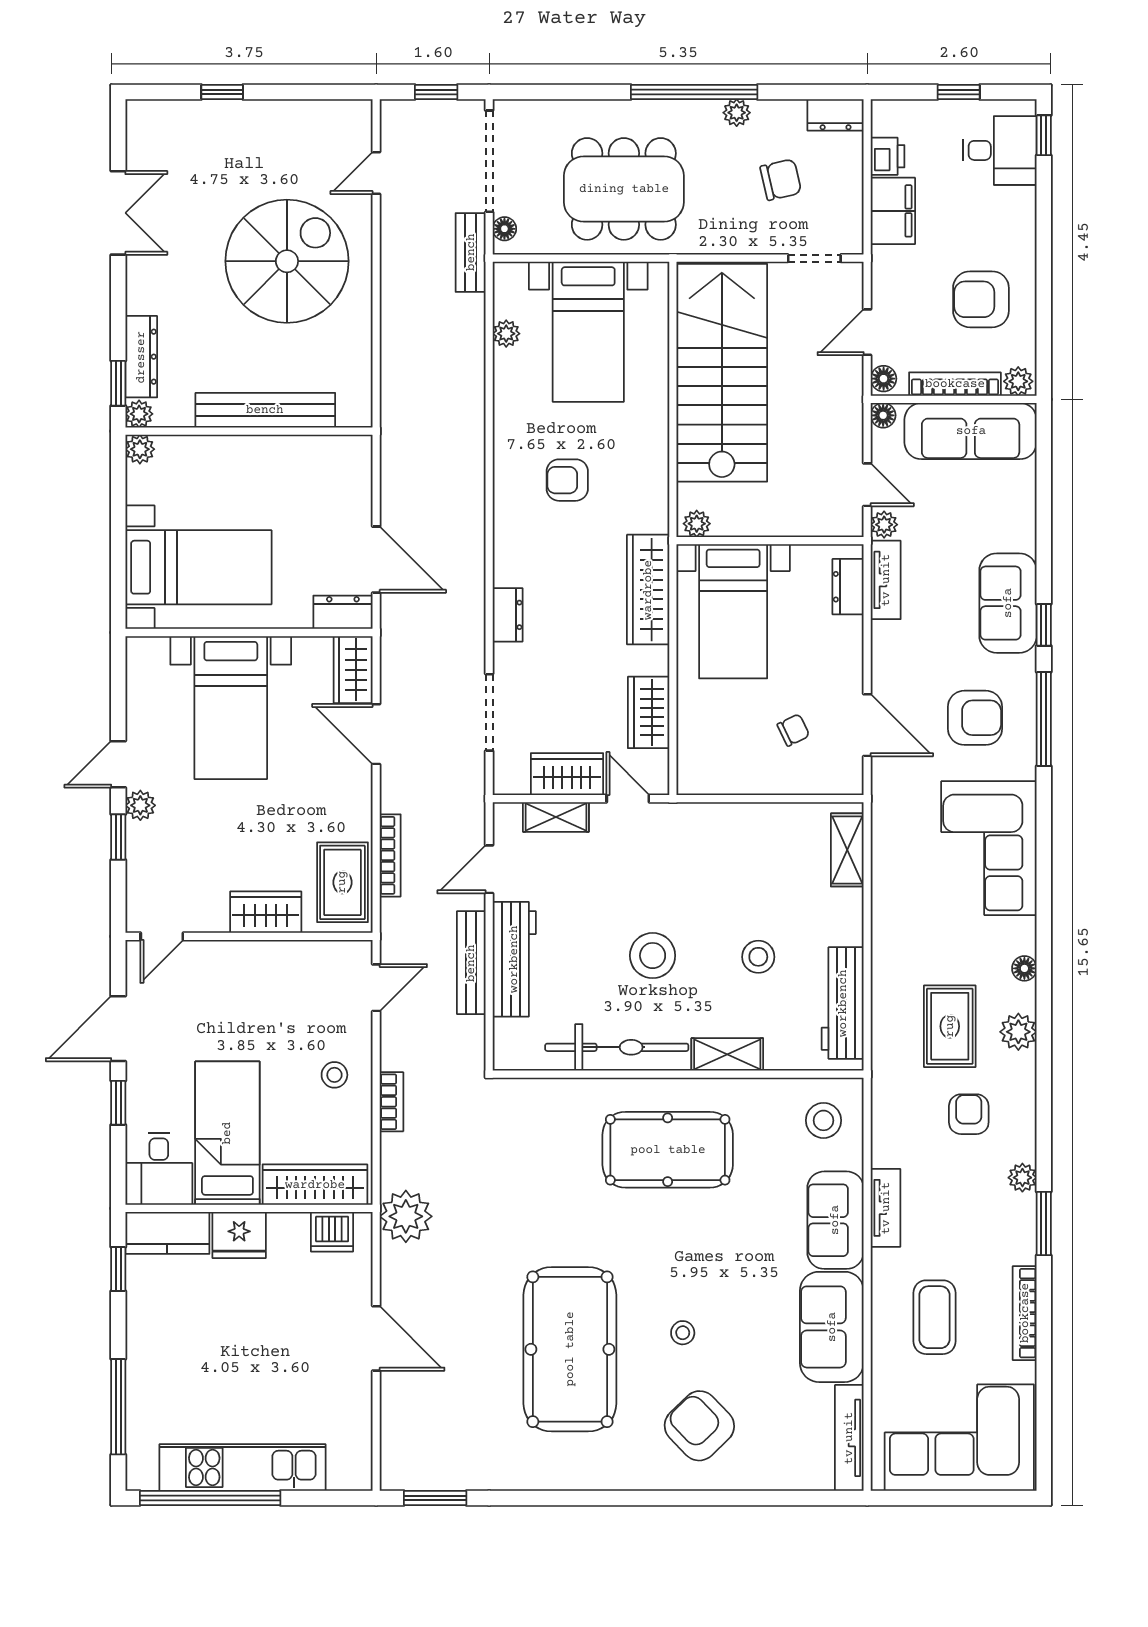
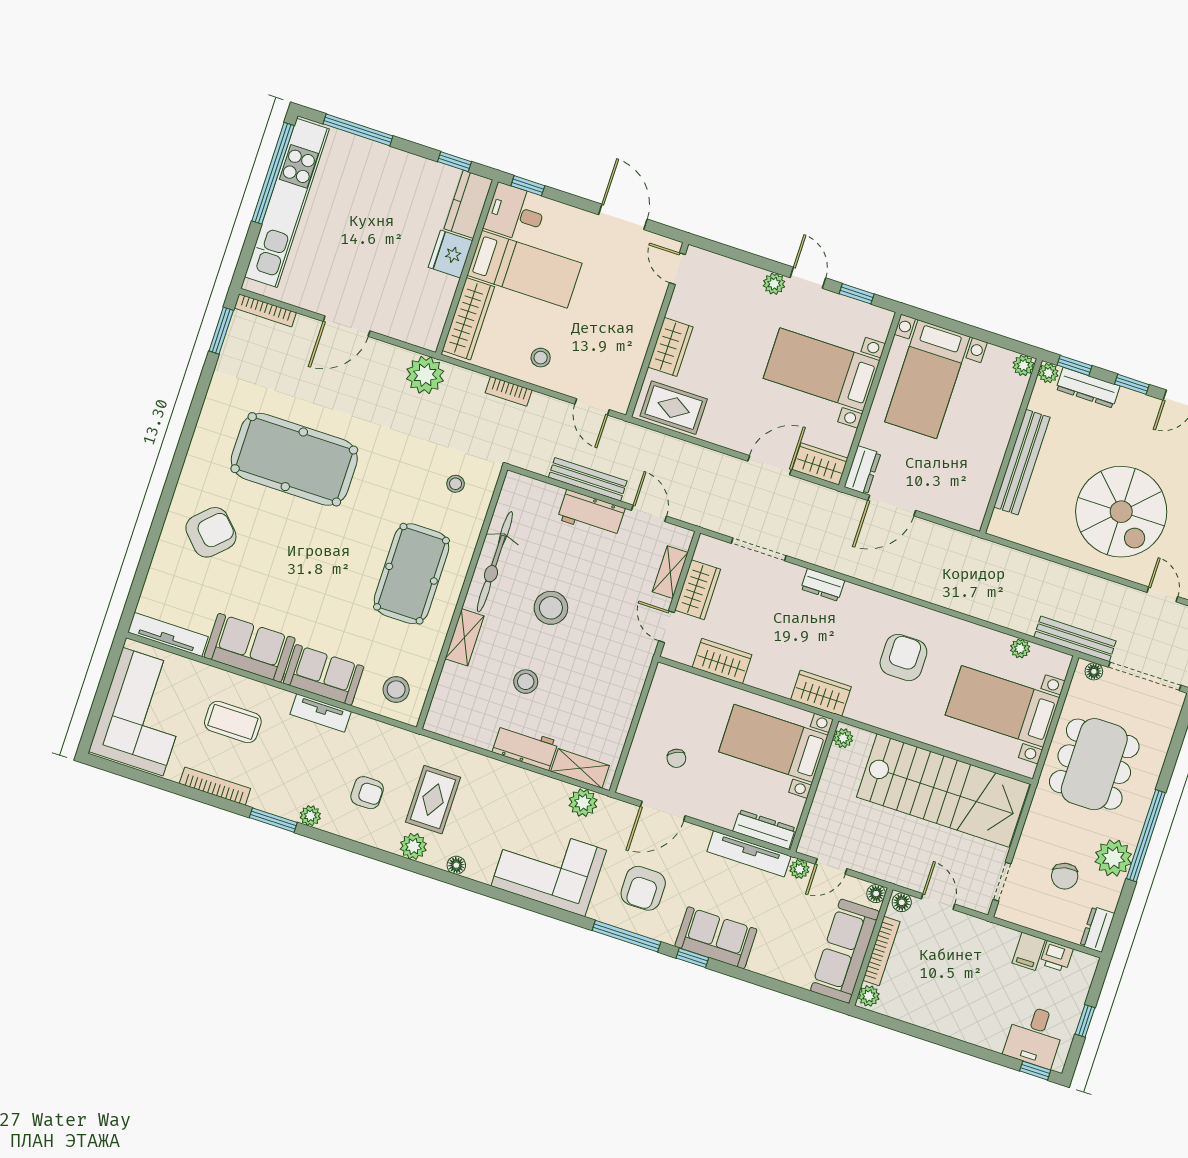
plant: (737, 113) -> (1113, 858), width x1.88, depth x1.88
filing cabinet: (893, 211) -> (1029, 951), width x0.50
bench: (471, 252) -> (1075, 639), width x1.36
armchair: (981, 299) -> (935, 989), removed
window: (118, 301) -> (1132, 384), added
armchair: (567, 480) -> (903, 658), width x1.38, depth x1.38
tv unit: (886, 580) -> (749, 854), width x1.41
dresser: (848, 587) -> (764, 830), width x1.44
wardrobe: (648, 590) -> (821, 693), width x0.67
door: (628, 799) -> (667, 627), swing flipped
plant: (890, 832) -> (583, 803), added
window: (118, 837) -> (857, 294), moved
bookcase: (390, 855) -> (265, 310), moved
workbench: (514, 959) -> (591, 514), width x0.73
workbench: (843, 1003) -> (525, 747), moved, width x0.73
rug: (950, 1026) -> (433, 800), turned 90
window: (118, 1103) -> (528, 186), moved
dishwasher: (332, 1232) -> (431, 320), removed
stool: (683, 1333) -> (456, 484), moved
kitchen unit: (242, 1468) -> (287, 203), width x1.36

